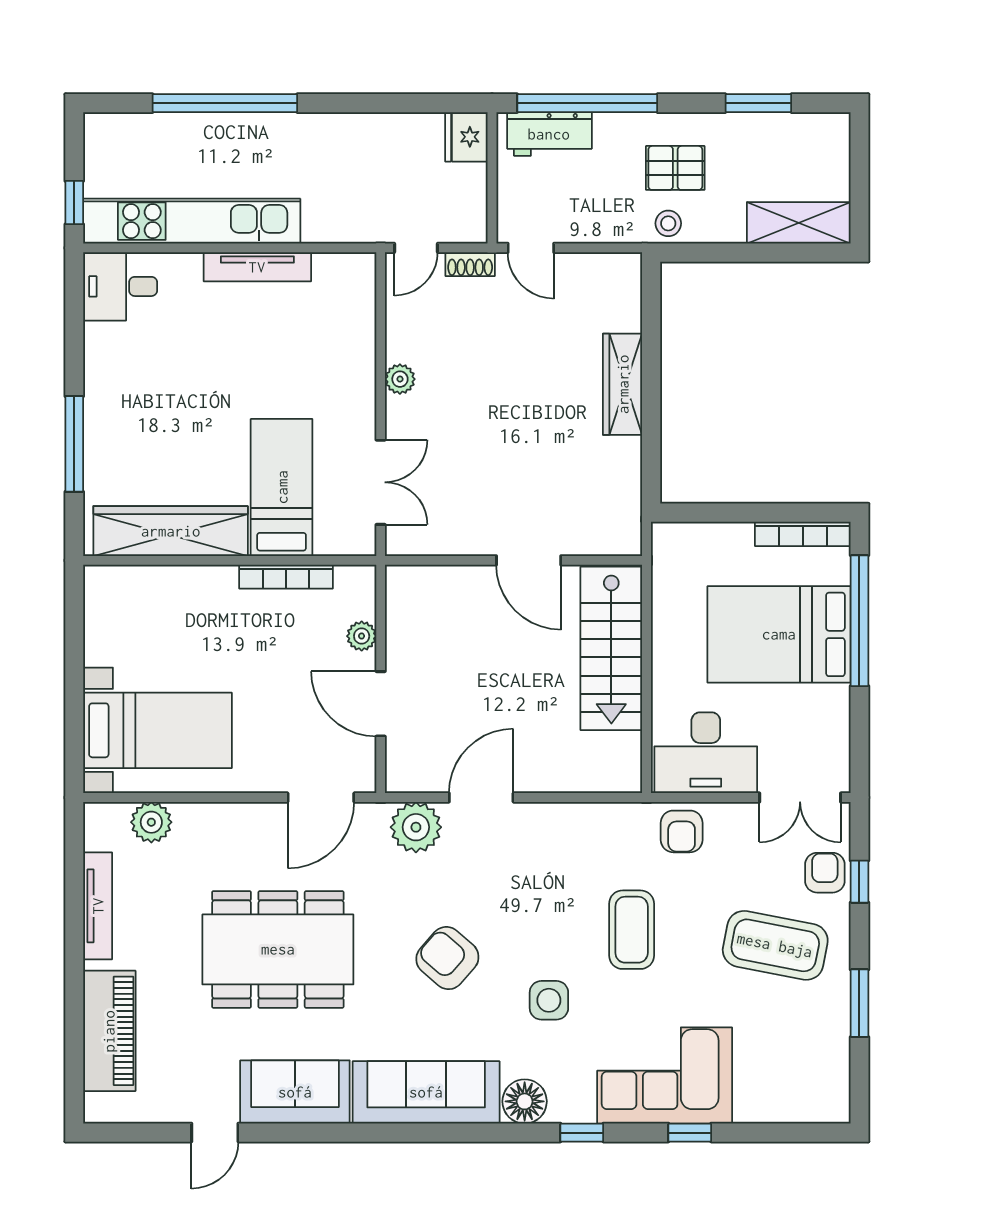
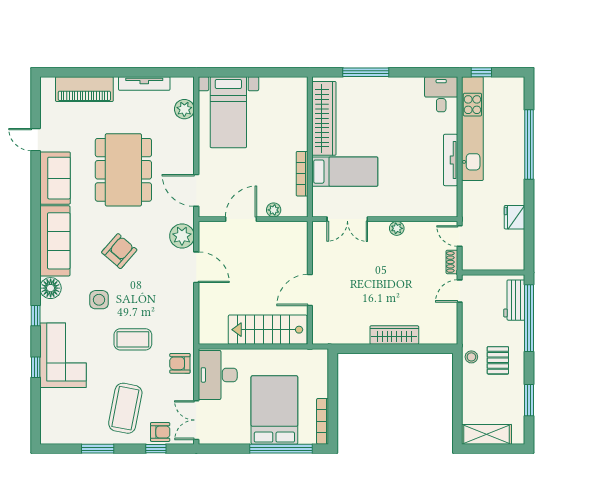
fridge: (466, 137) -> (515, 217), moved, turned -90
shelving: (799, 223) -> (487, 434), moved, turned 90

